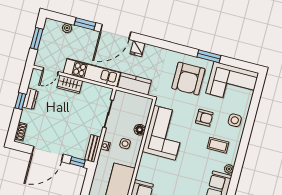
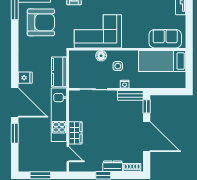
plant: (67, 28) -> (23, 149), removed
dresser: (30, 99) -> (113, 166), moved

